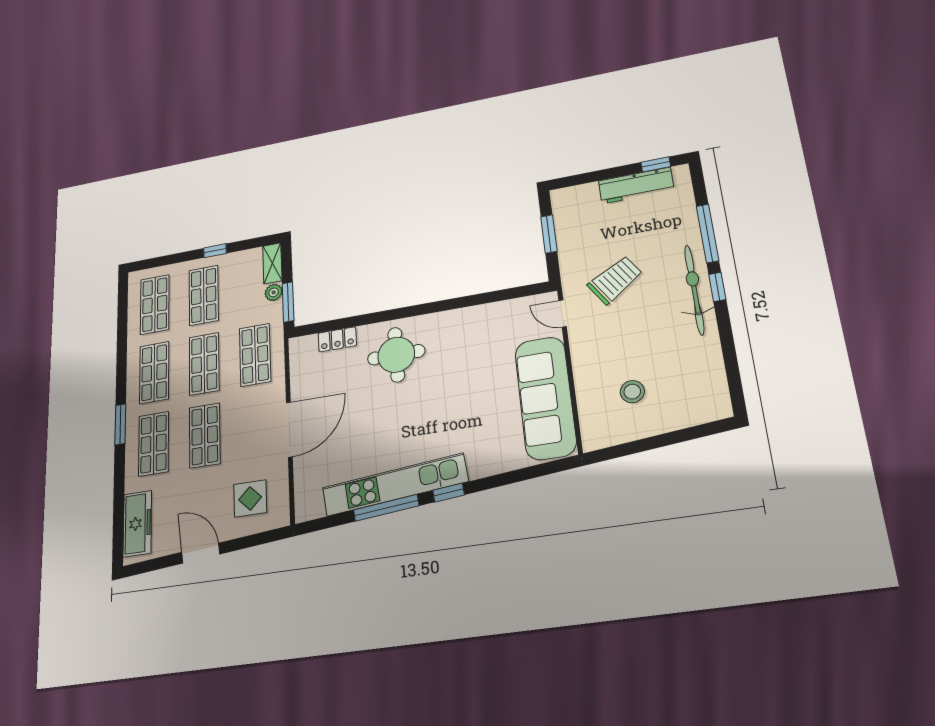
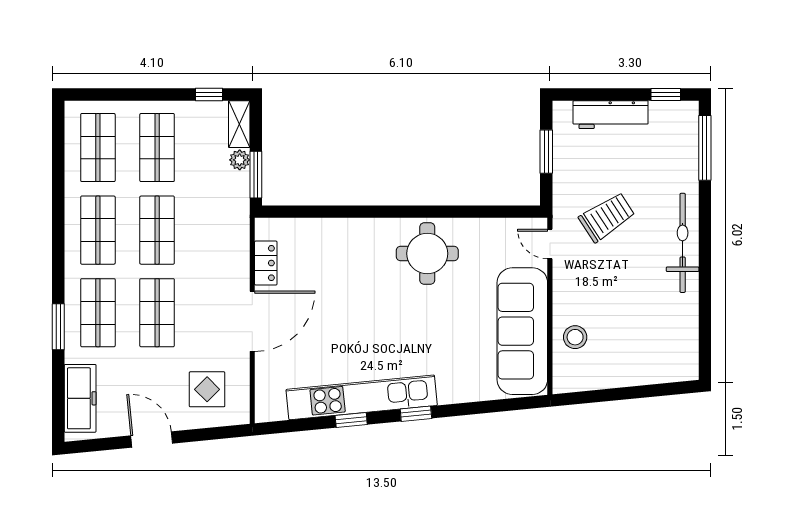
workbench: (636, 186) -> (611, 115), moved
window: (708, 233) -> (705, 148), moved
window: (215, 251) -> (209, 94), moved
window: (717, 287) -> (705, 244), removed
locker: (337, 339) -> (266, 263), moved, turned -90
shop shelf: (255, 355) -> (216, 230), removed
round table: (396, 355) -> (427, 254), moved
stool: (632, 392) -> (575, 337), moved
window: (120, 424) -> (58, 327), moved
window: (386, 508) -> (351, 420), width x0.46

